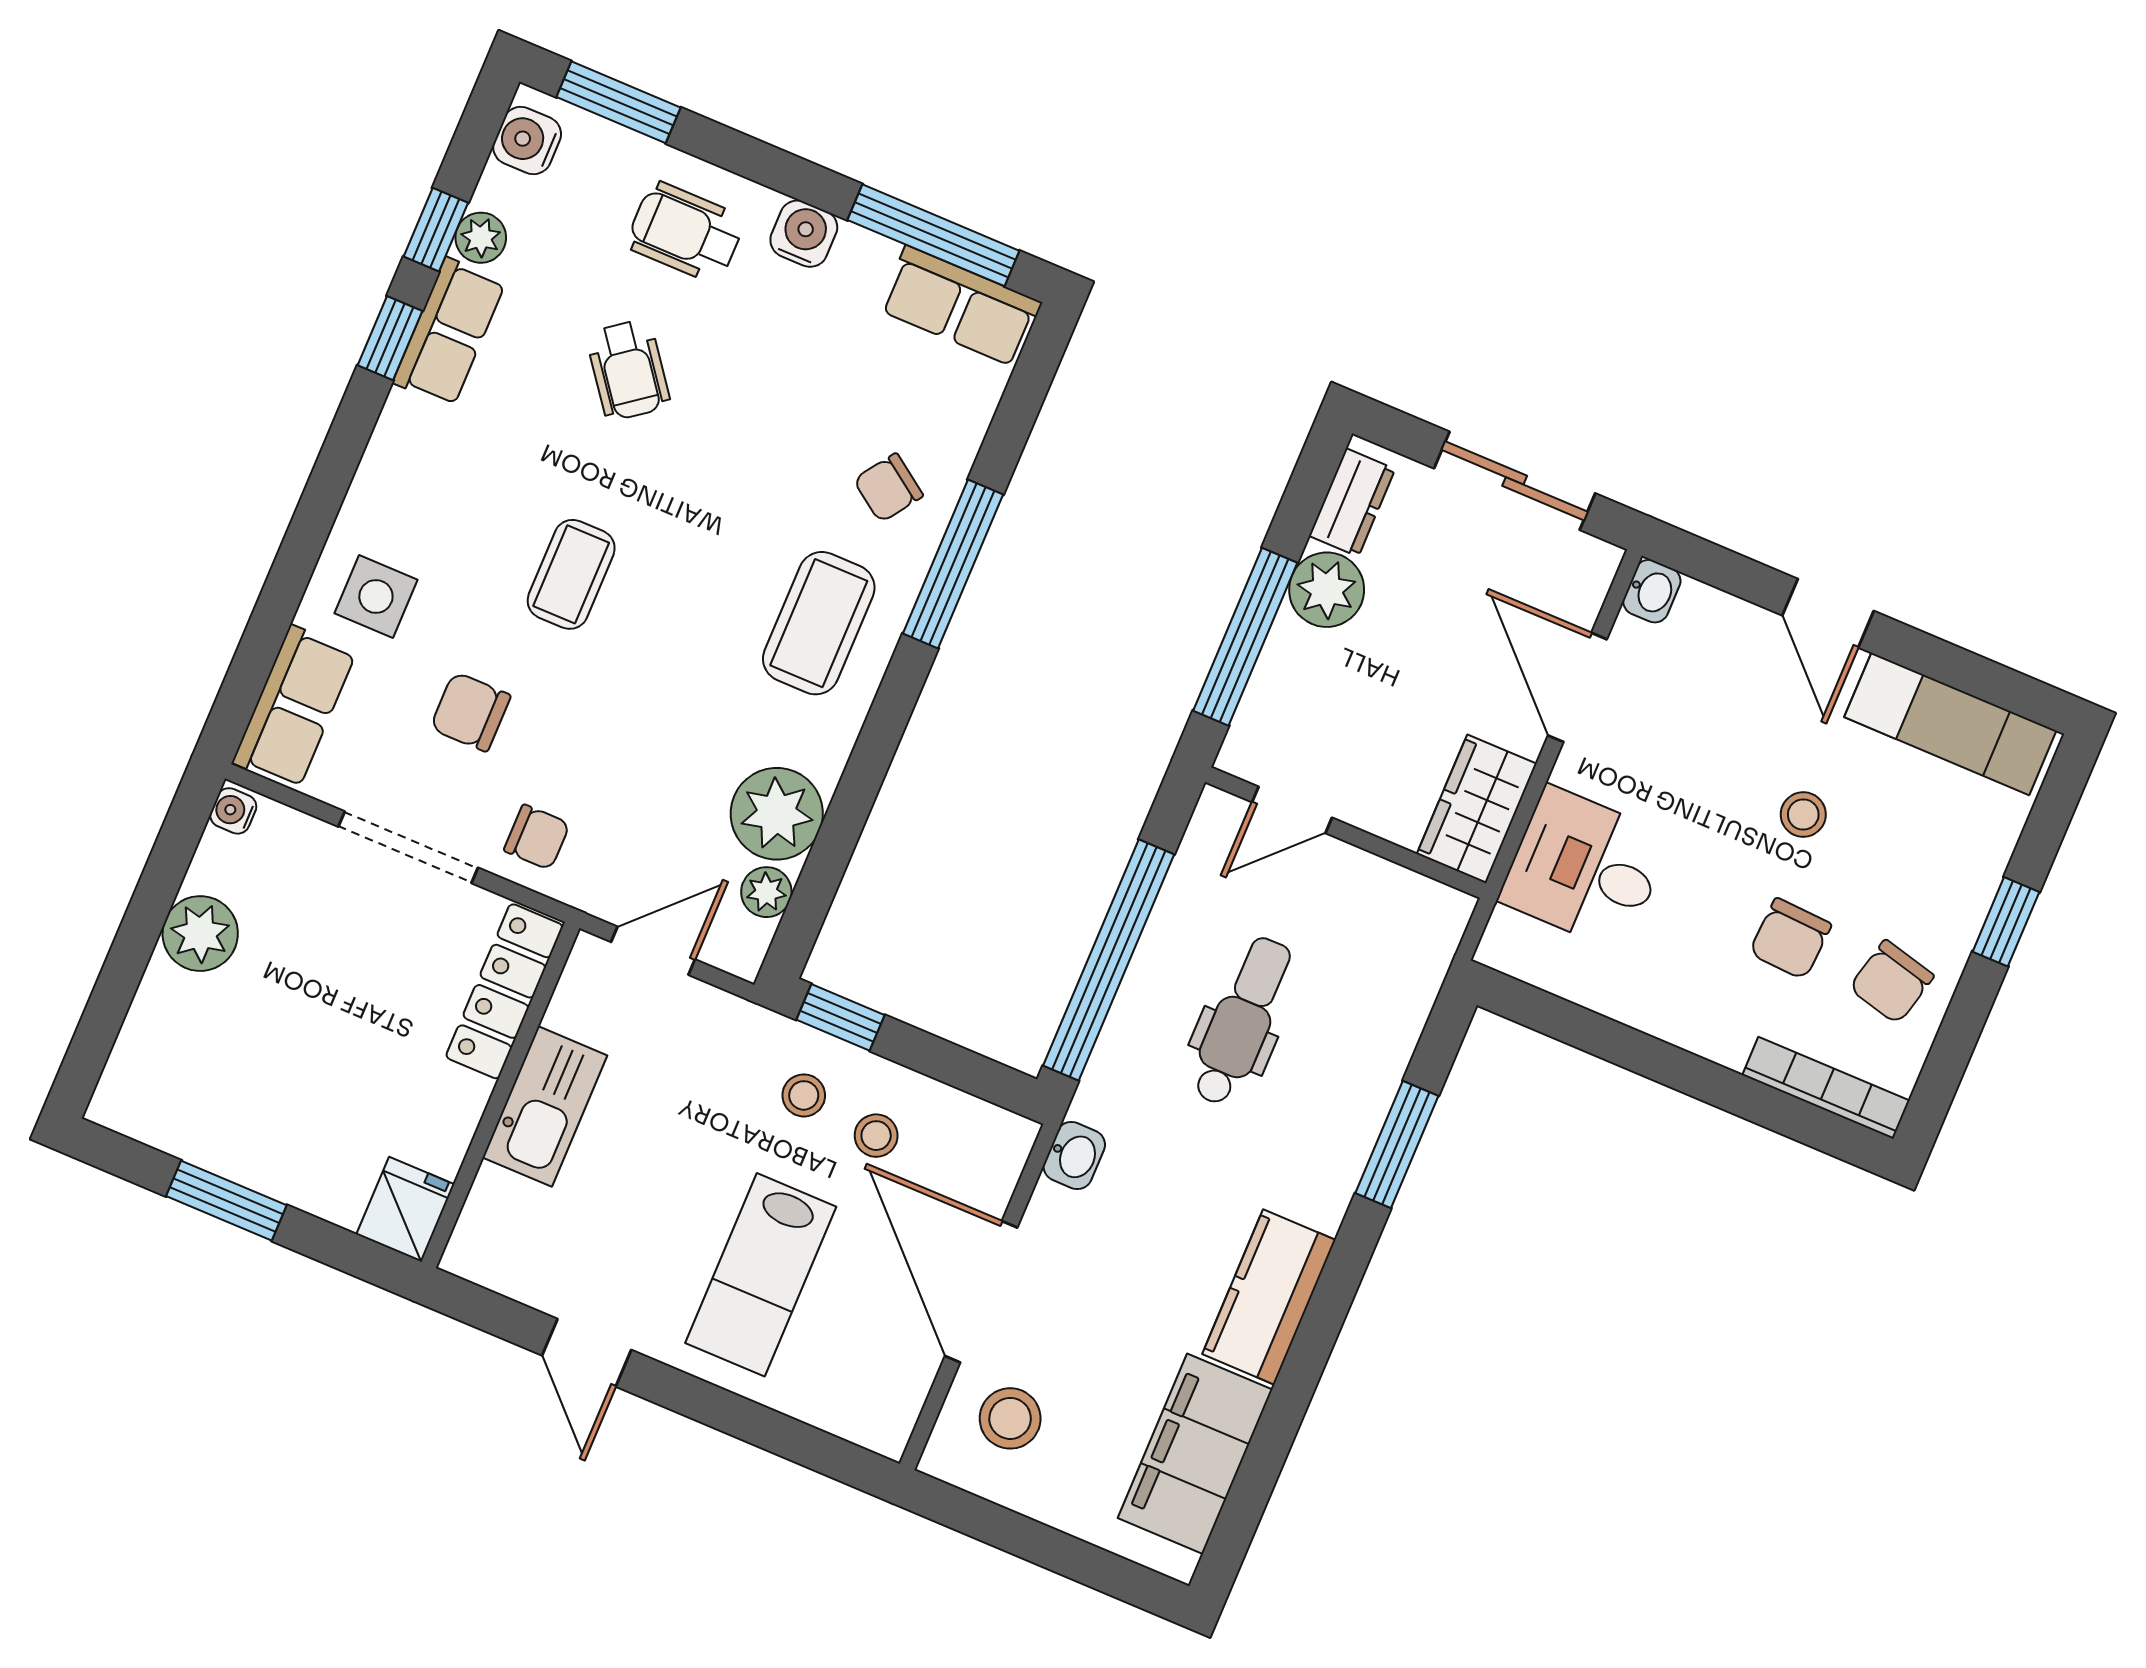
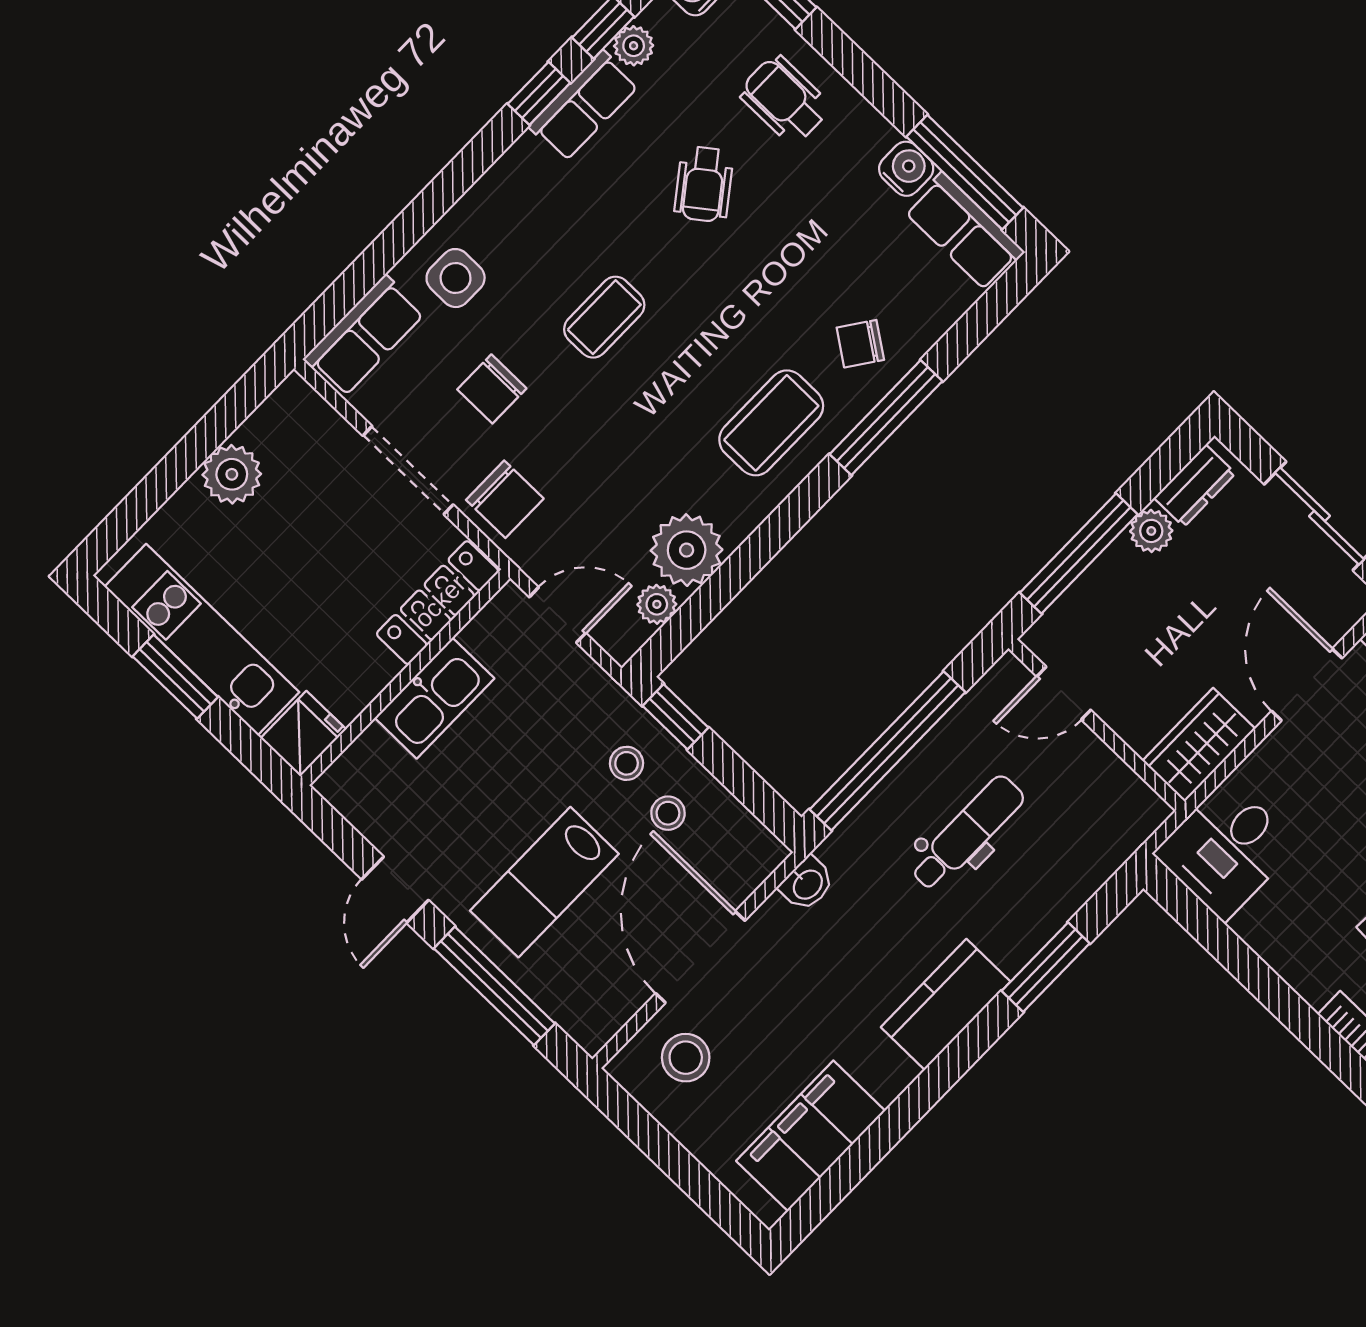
water cooler: (804, 234) -> (906, 169), moved
plant: (1327, 590) -> (1151, 531), width x0.73, depth x0.73
chair: (470, 712) -> (492, 389), turned -90
water cooler: (233, 811) -> (291, 394), removed
chair: (537, 837) -> (505, 499), width x1.37, depth x1.37
desk: (1585, 868) -> (1226, 850), moved, turned -90
kitchen unit: (241, 1144) -> (202, 640), added
kitchen counter: (1269, 1297) -> (946, 1004), moved
window: (749, 1421) -> (494, 986), added

